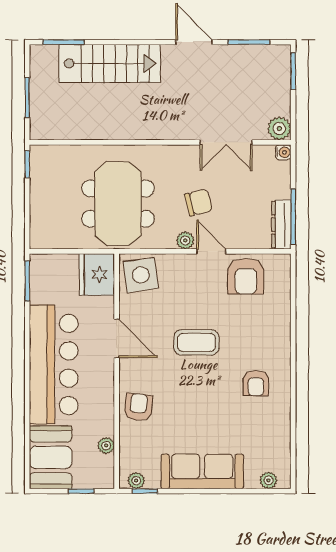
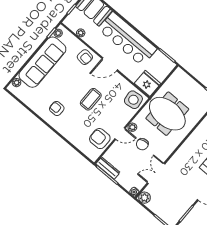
door: (117, 338) -> (110, 64), moved
sofa: (202, 471) -> (42, 62), width x1.36, depth x1.27

